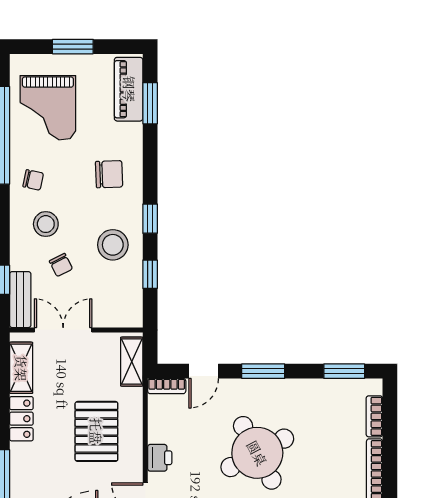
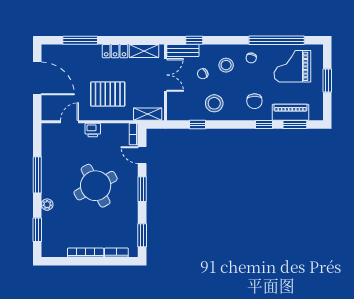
piano: (129, 89) -> (291, 112), moved
window: (150, 219) -> (264, 125), moved

